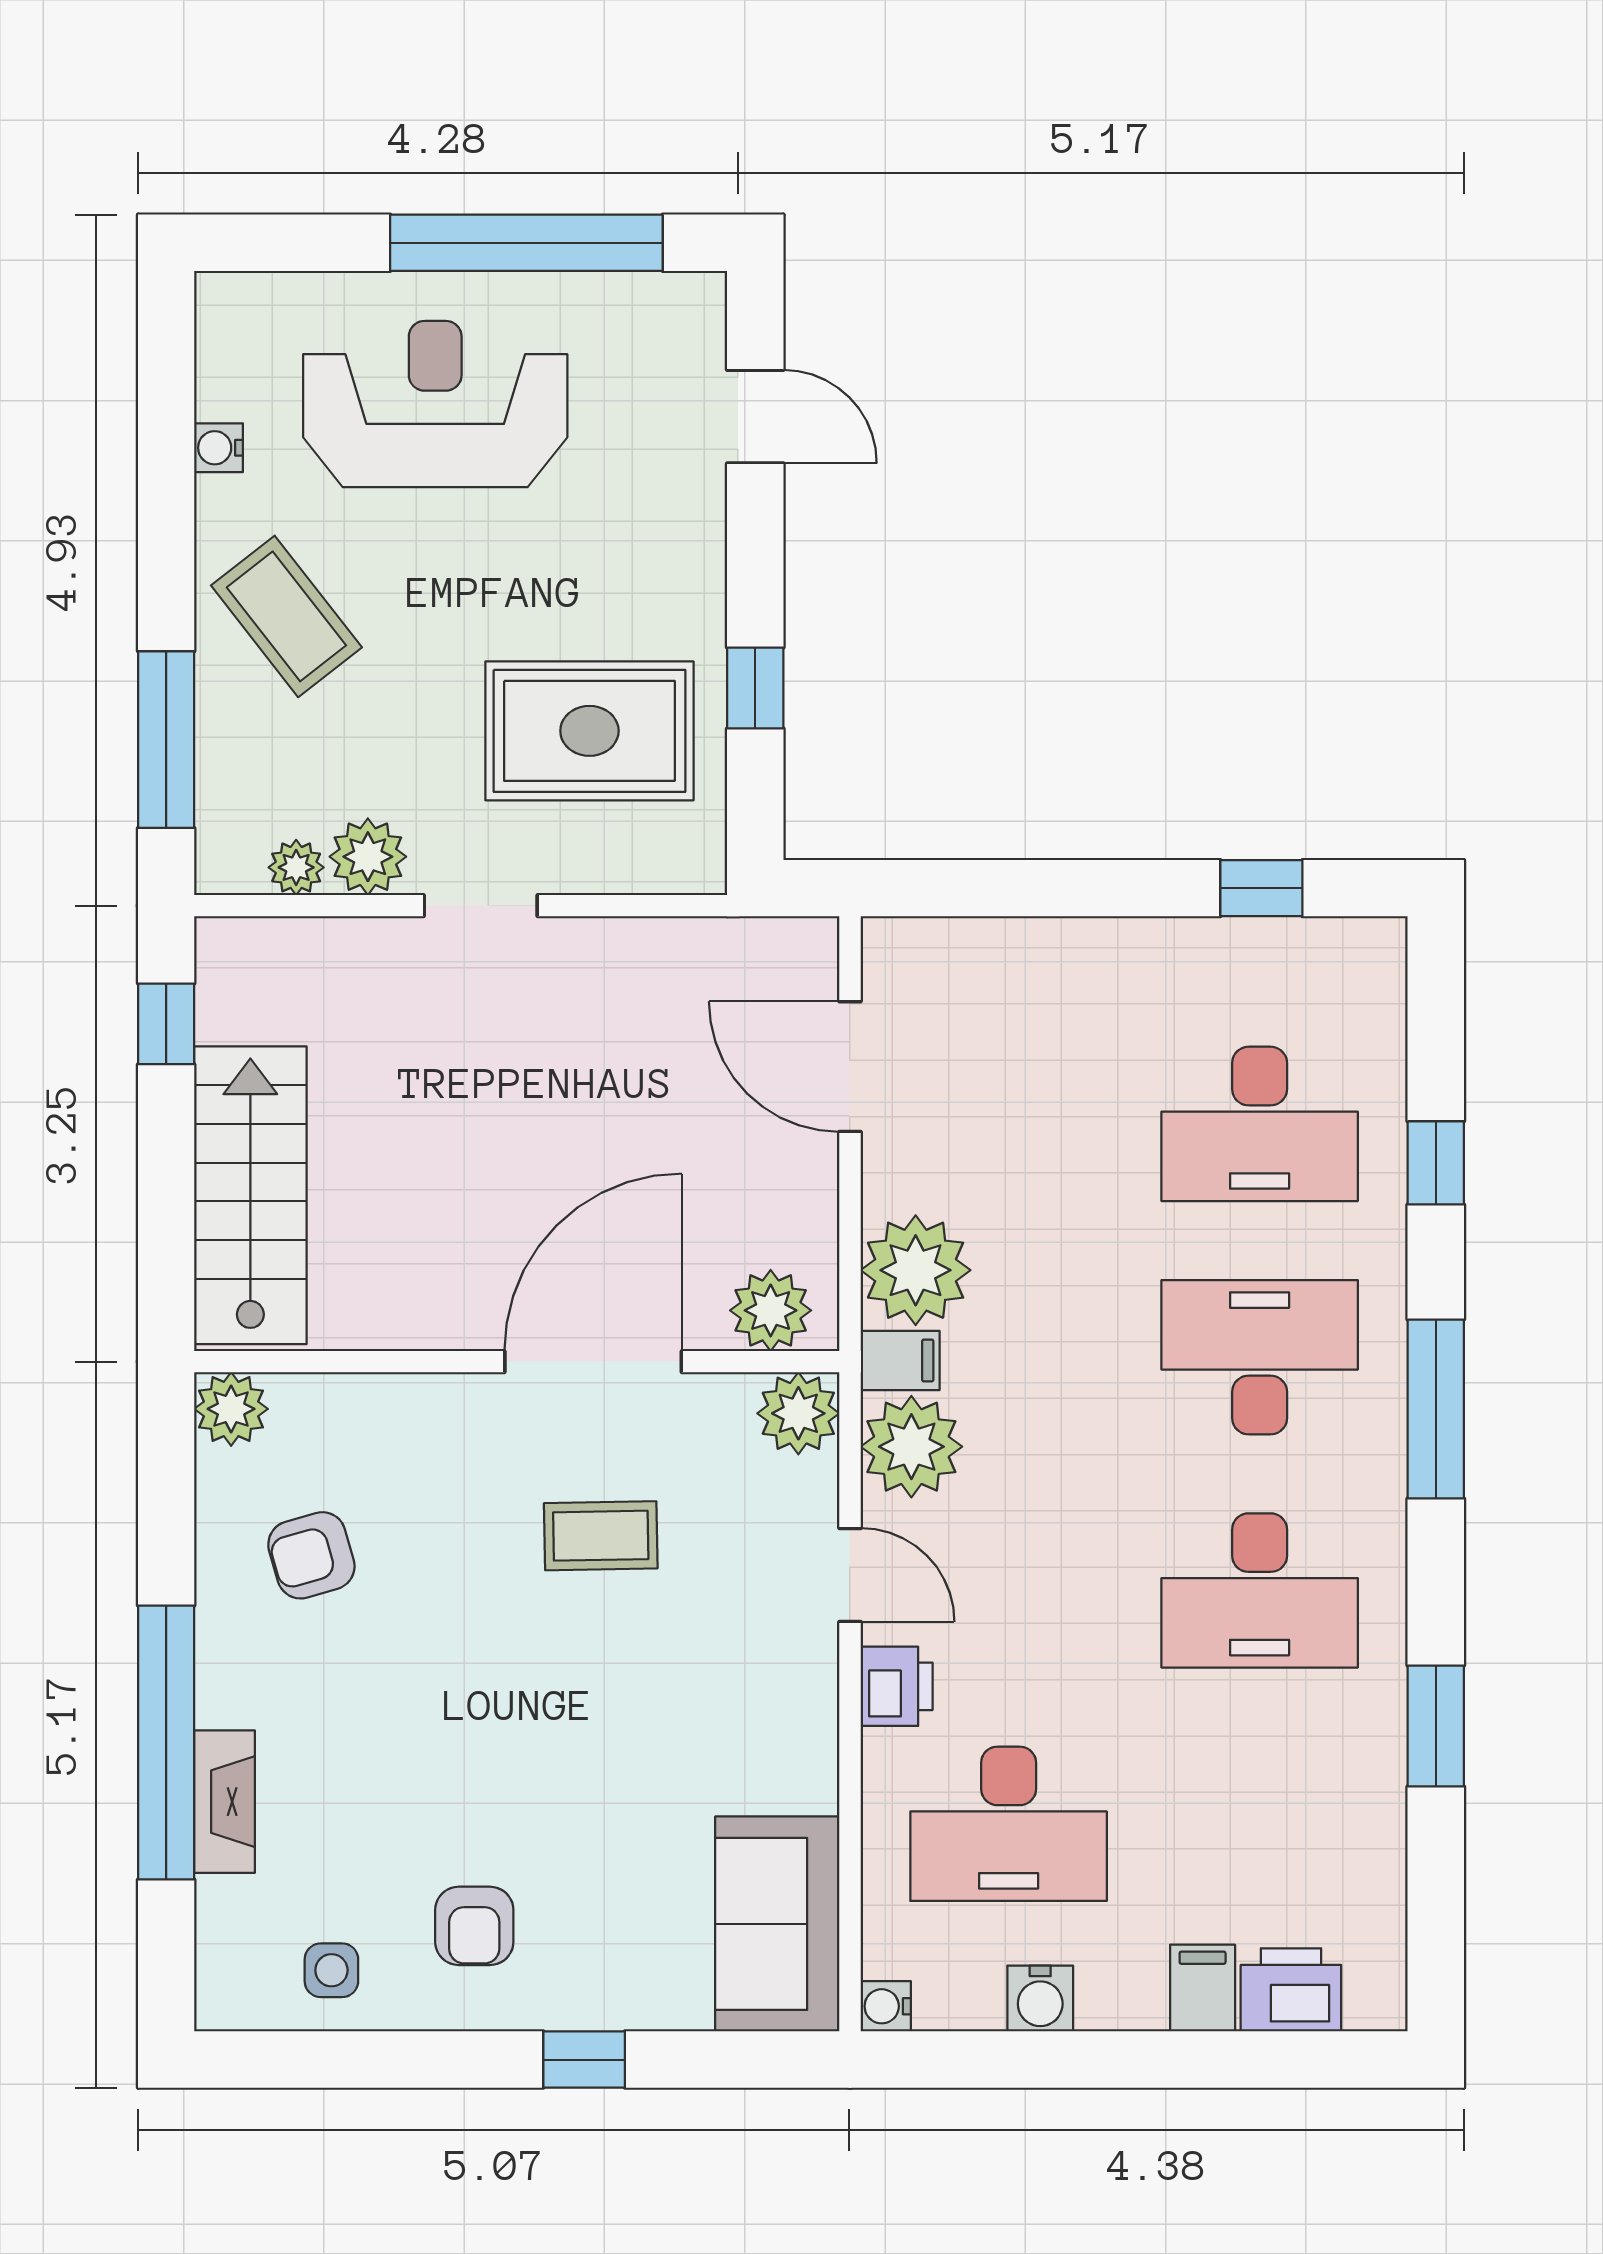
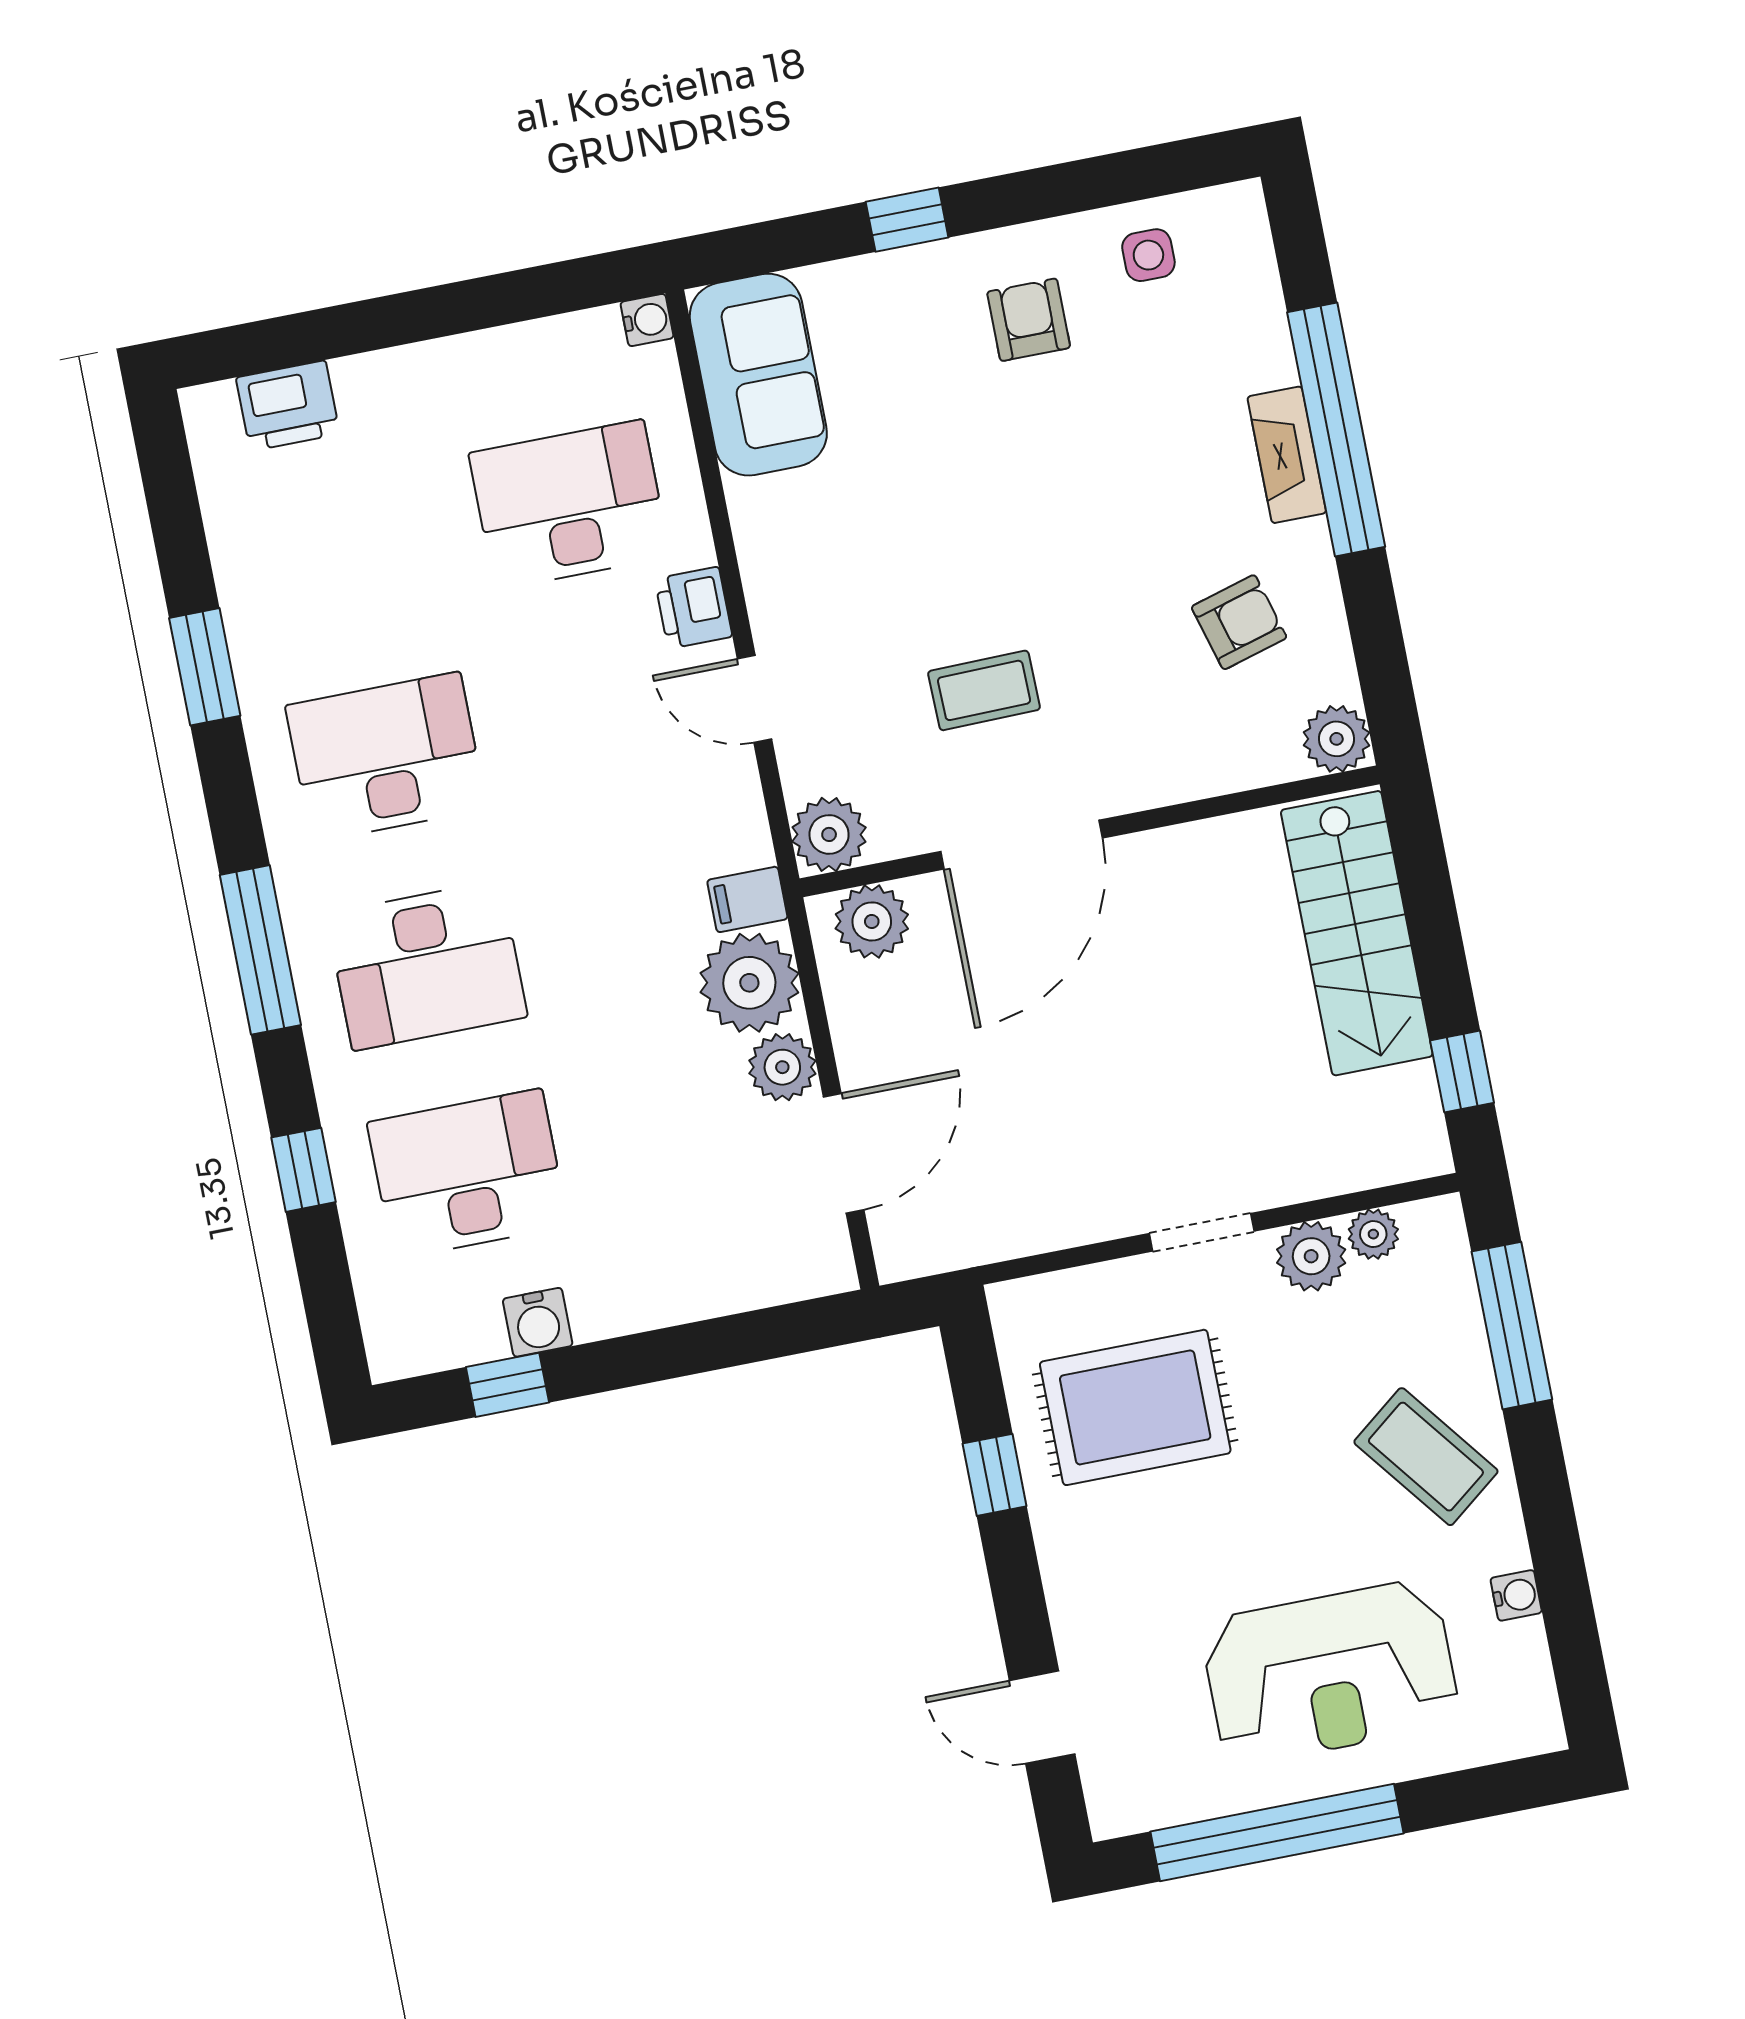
door: (850, 1067) -> (844, 1153), hinge flipped
plant: (911, 1447) -> (782, 1067), moved, width x0.73, depth x0.73
fireplace: (225, 1802) -> (1287, 455), moved
filing cabinet: (1203, 1988) -> (367, 392), removed
water cooler: (1040, 1999) -> (538, 1322), moved, turned 180

